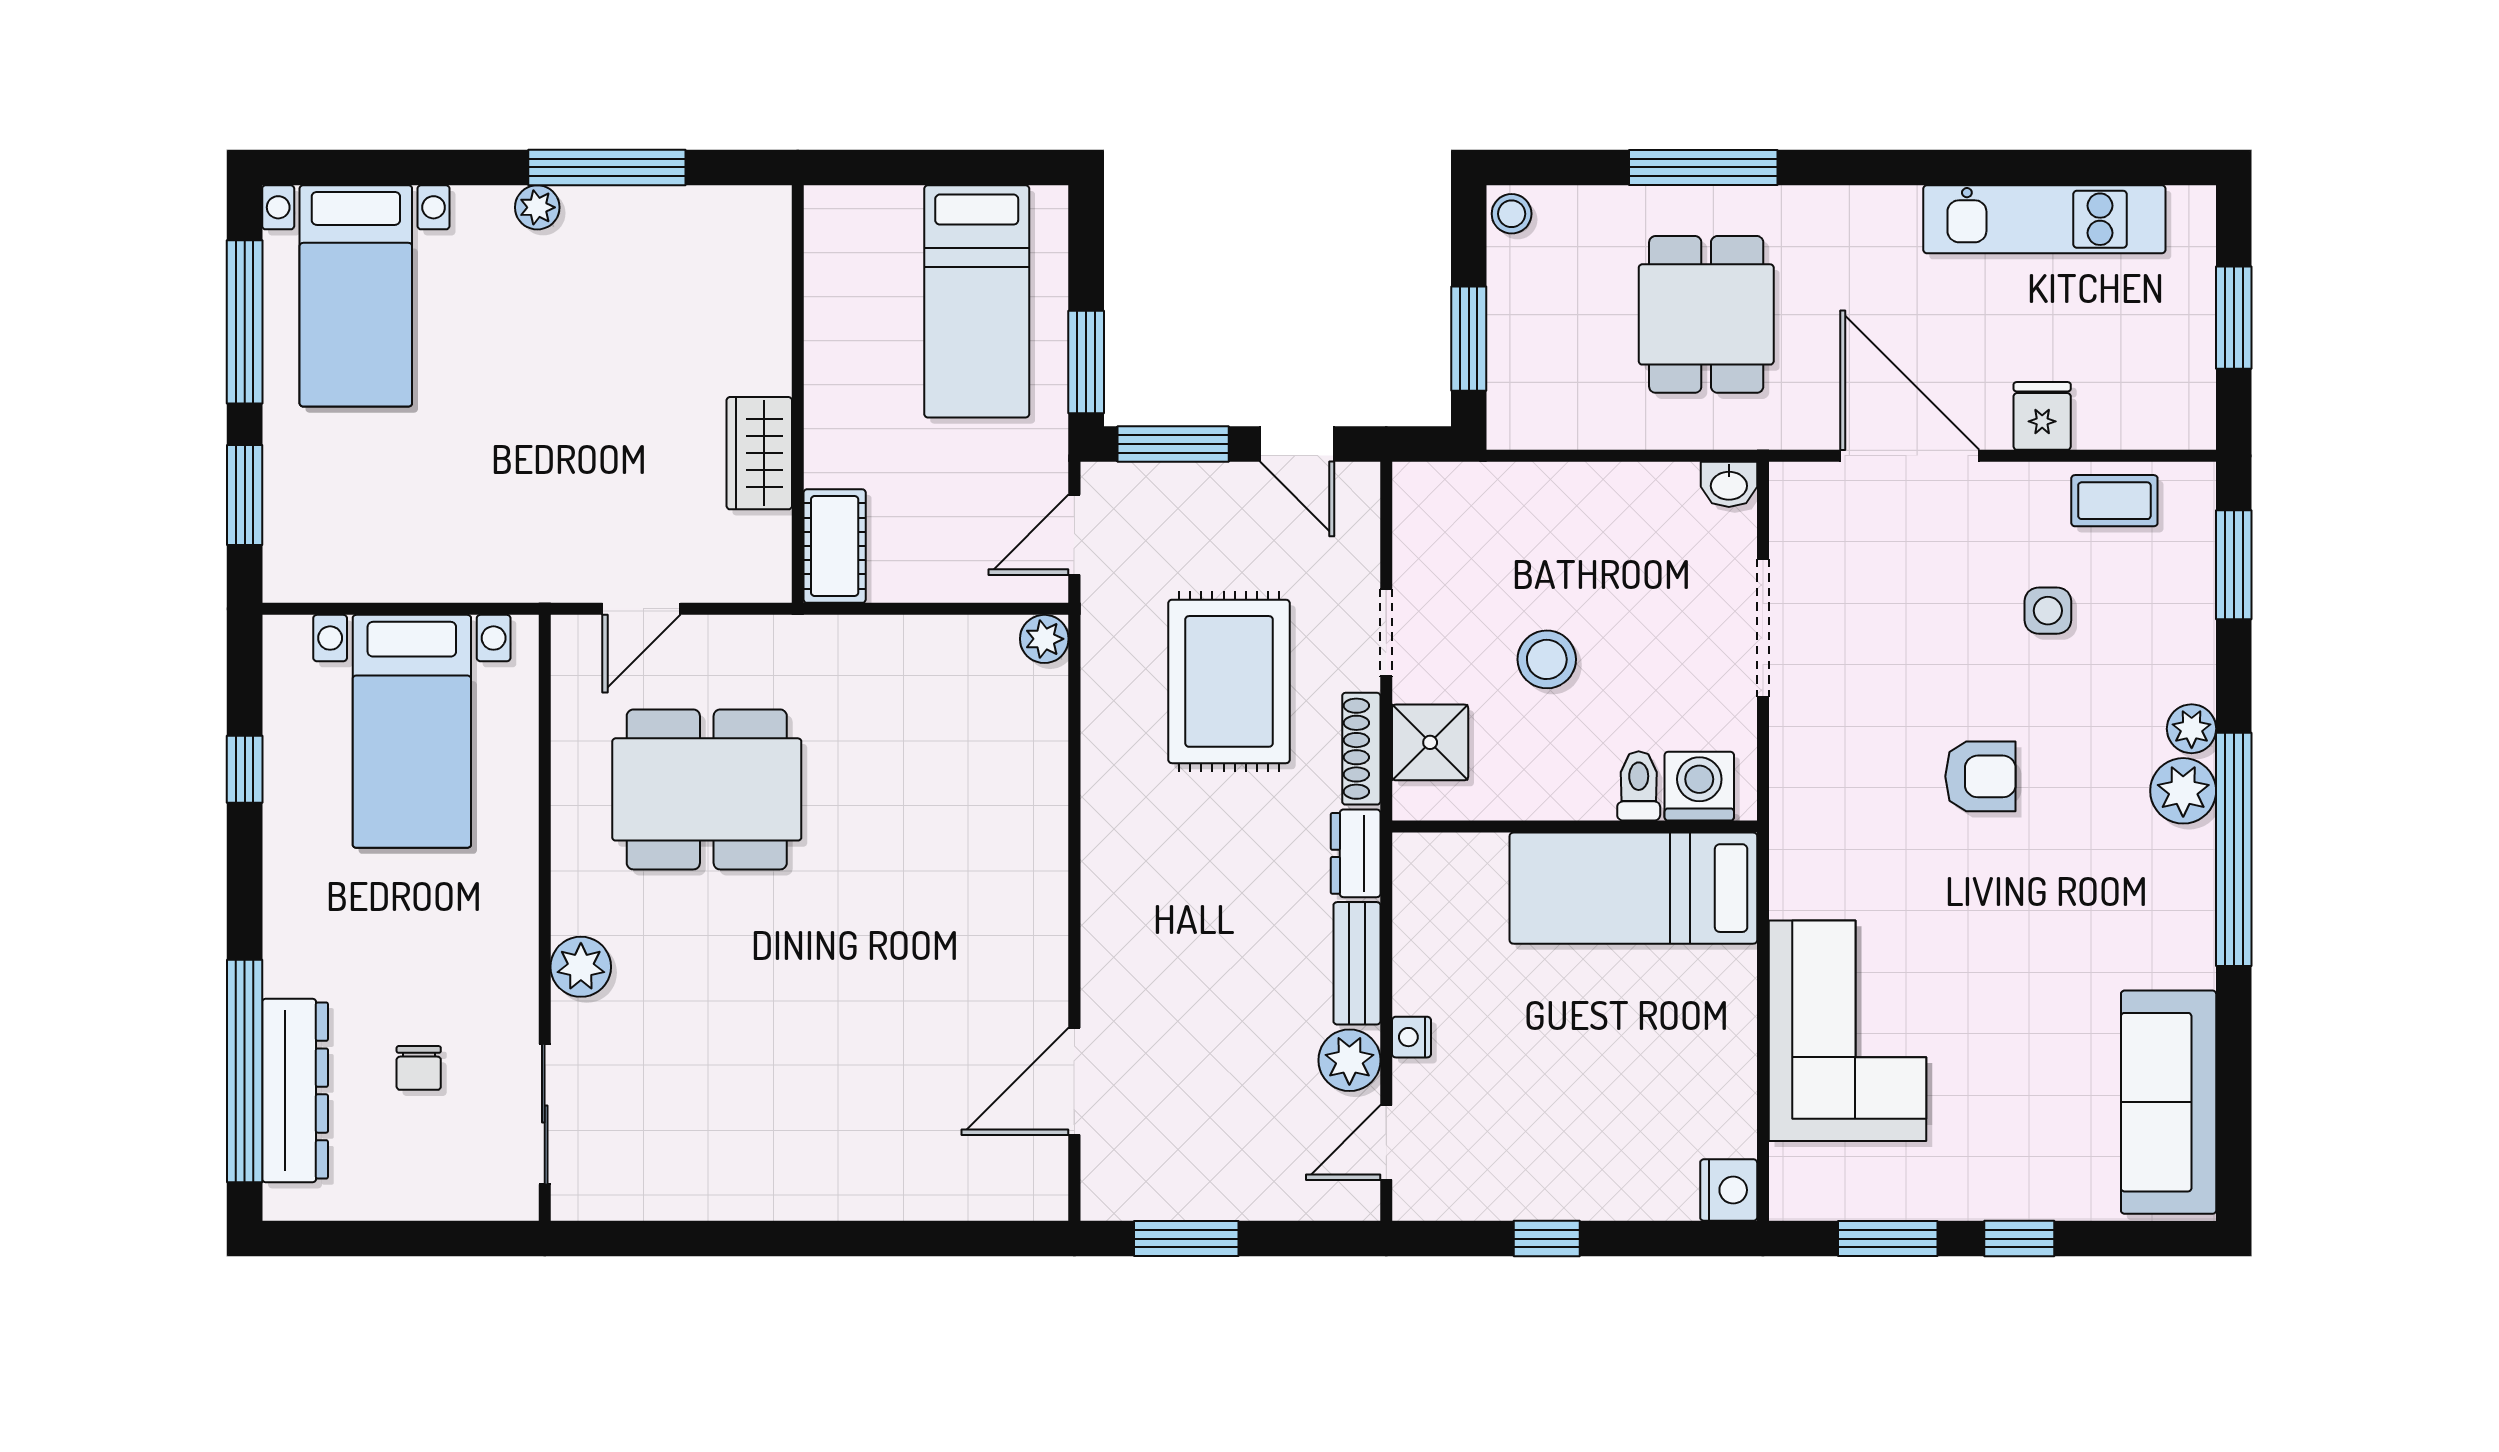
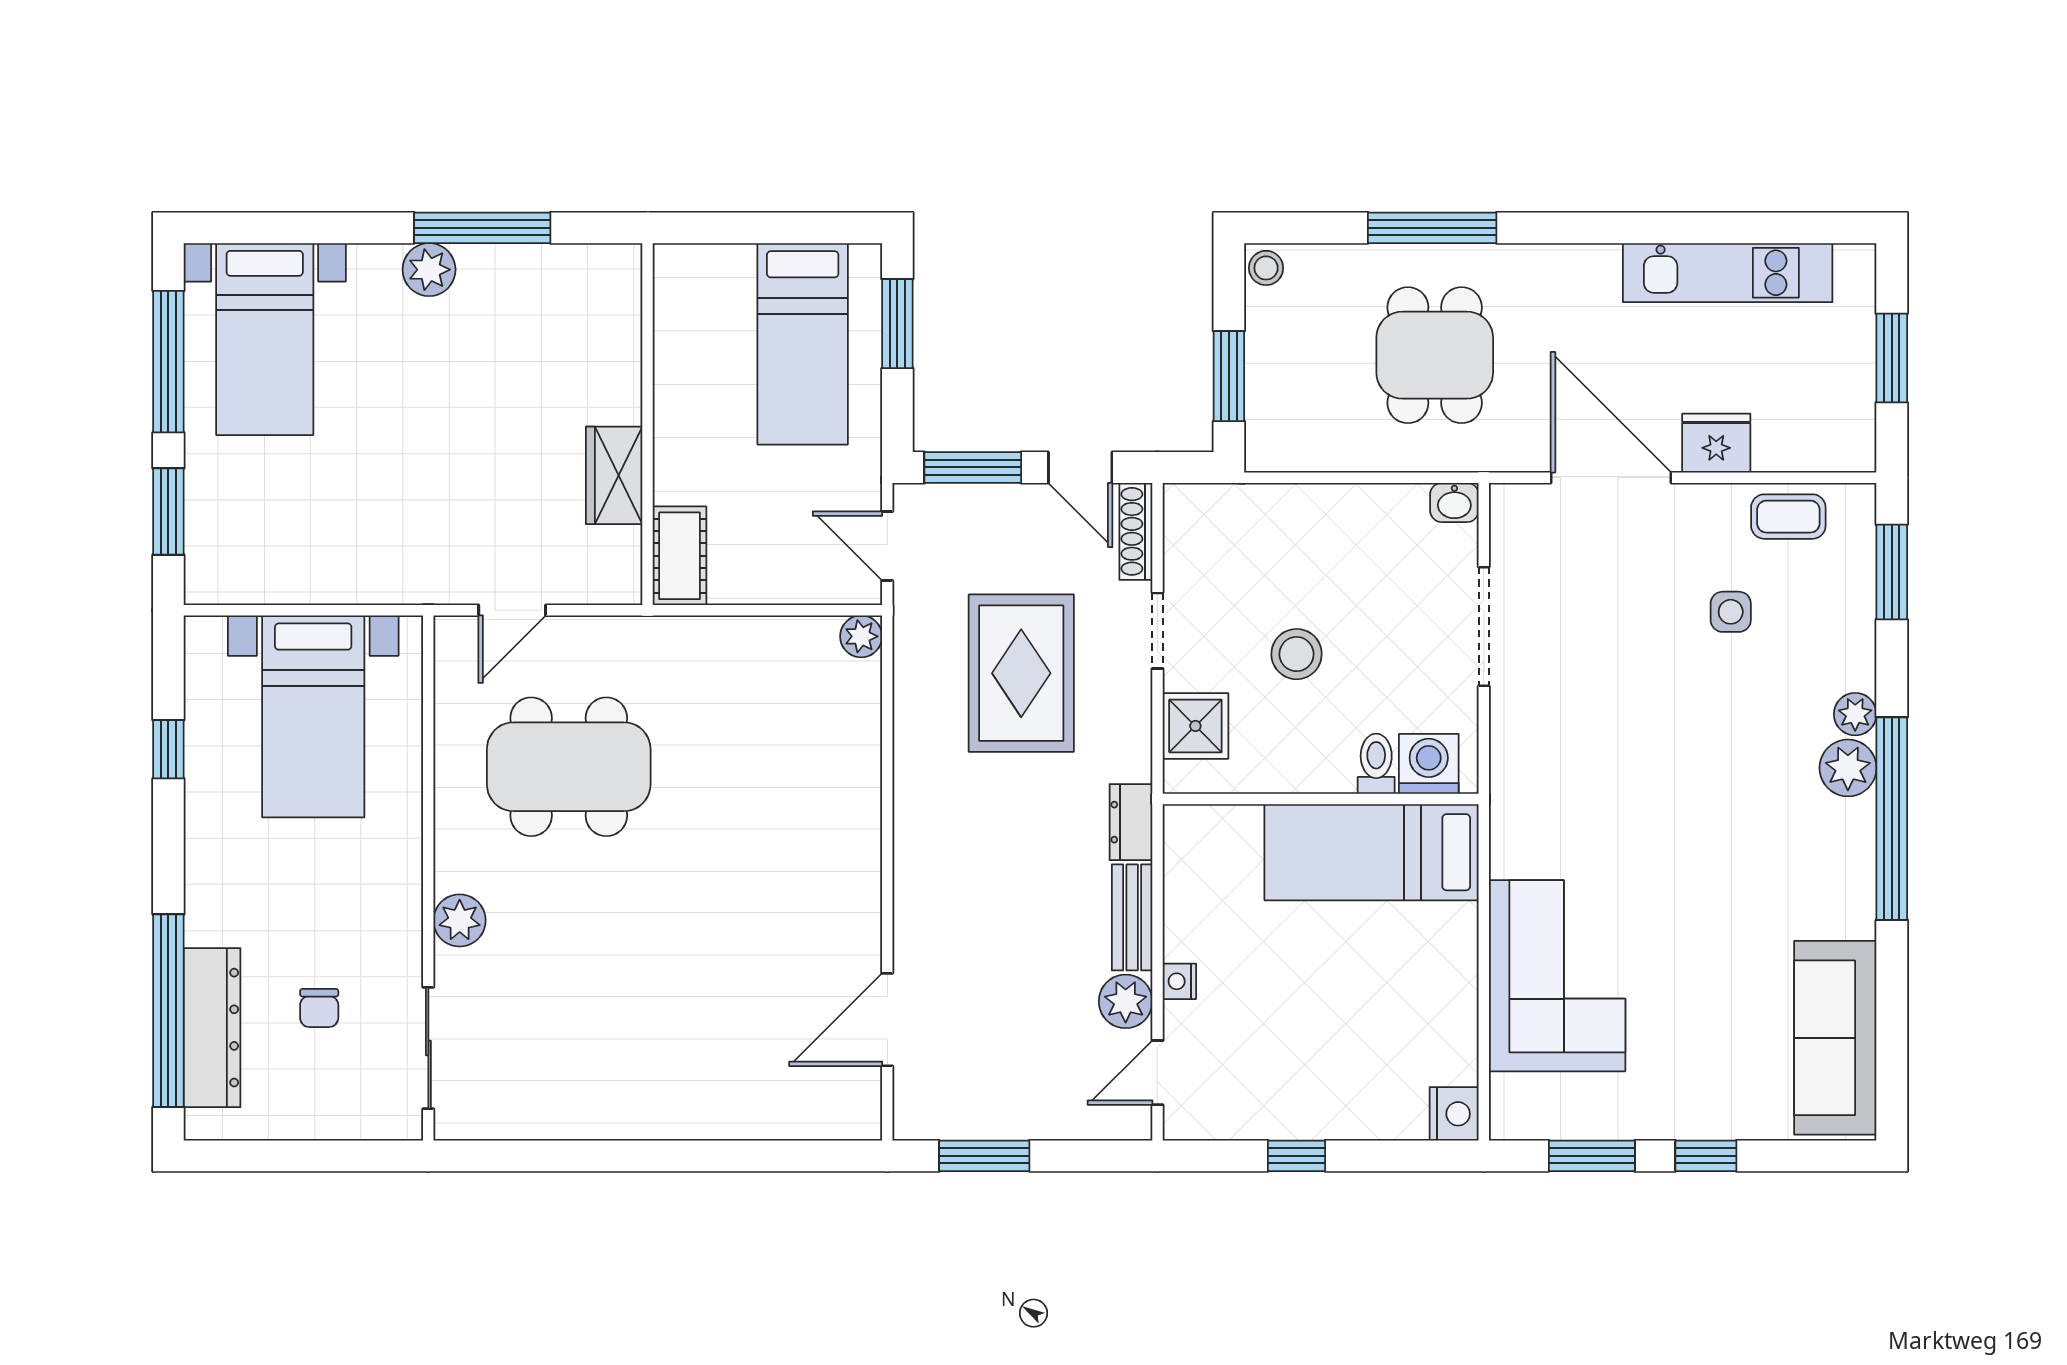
plant: (537, 207) -> (429, 270), width x1.38, depth x1.38
window: (1086, 362) -> (897, 324), moved
fridge: (2042, 416) -> (1716, 443), width x1.38
door: (1074, 535) -> (887, 546), hinge flipped
shoe rack: (1361, 749) -> (1136, 531), moved
armchair: (1980, 776) -> (1672, 755), removed

